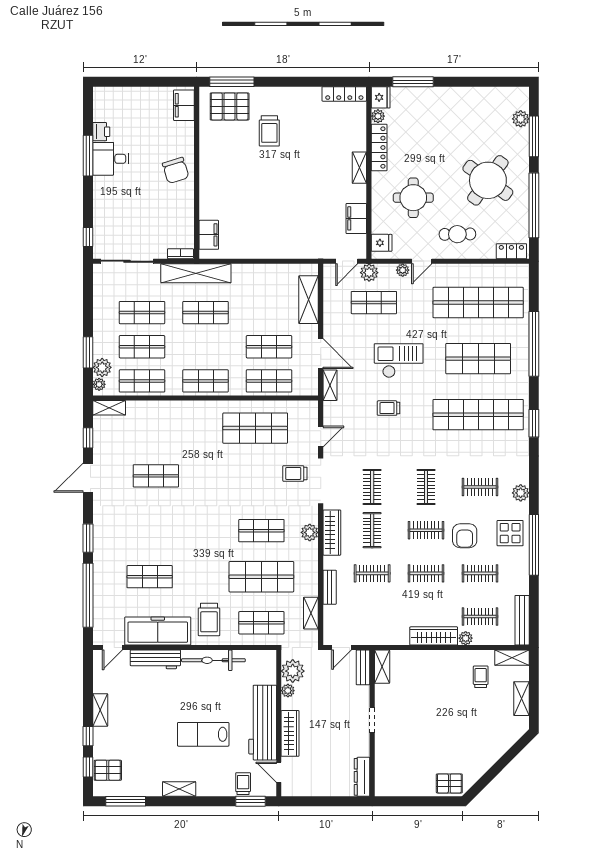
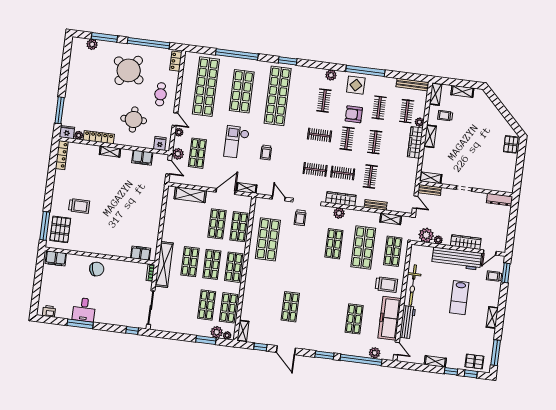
printer: (101, 132) -> (49, 311), moved
shop shelf: (142, 313) -> (212, 264), moved
armchair: (465, 536) -> (354, 114), turned 180
plant: (101, 615) -> (375, 353), added
shelving: (446, 658) -> (430, 136), added
pallet: (108, 770) -> (474, 362), turned 90

